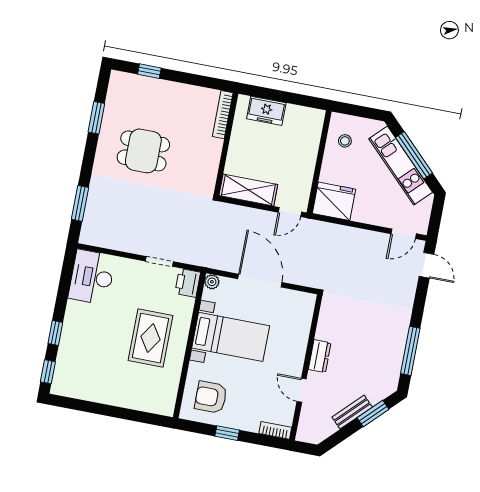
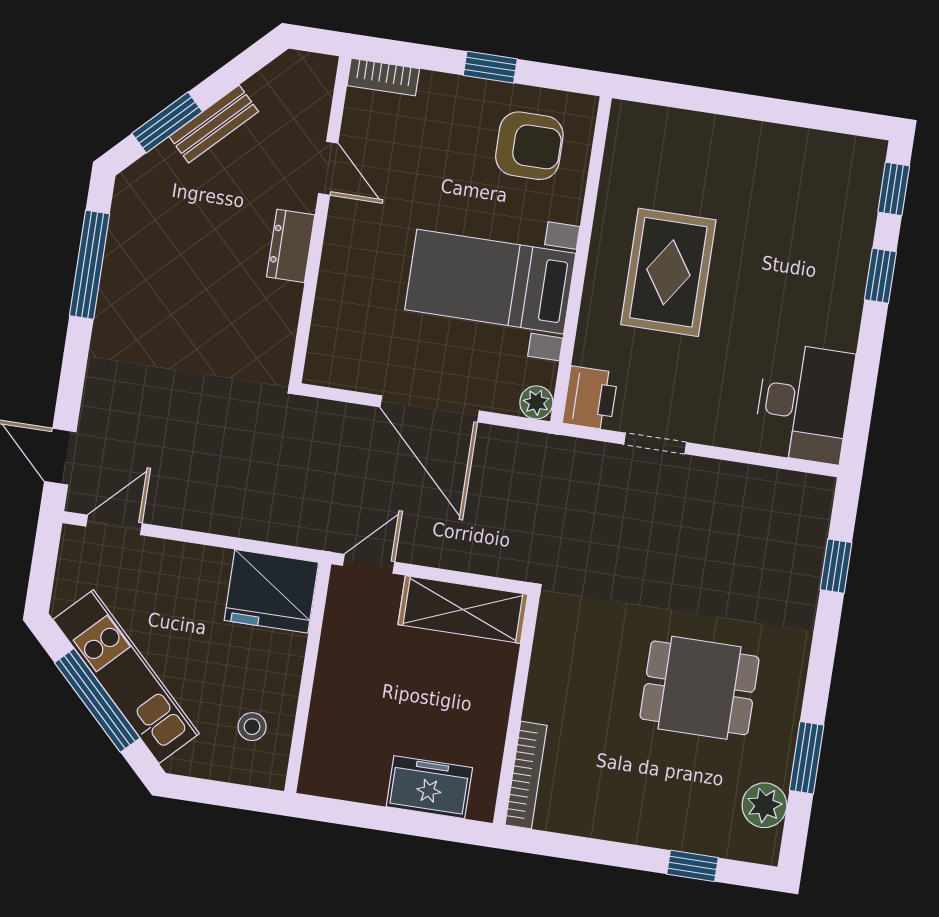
plant: (116, 97) -> (764, 805), added
window: (80, 203) -> (836, 566), width x0.67

